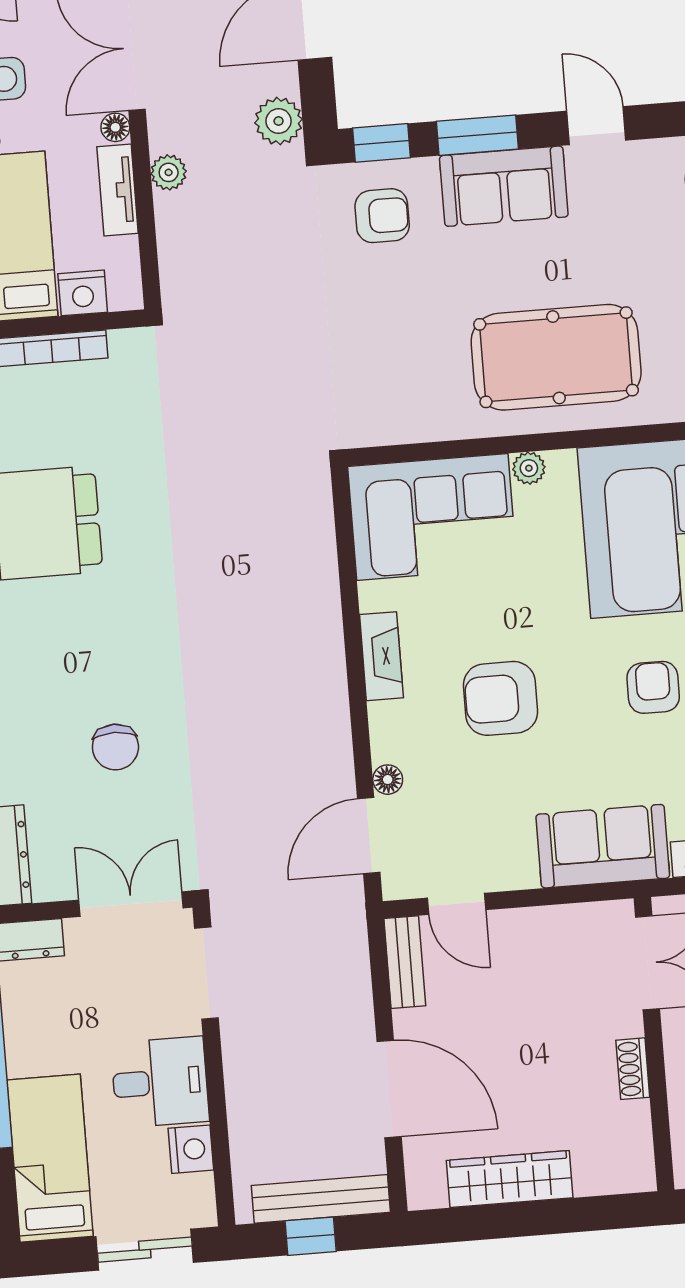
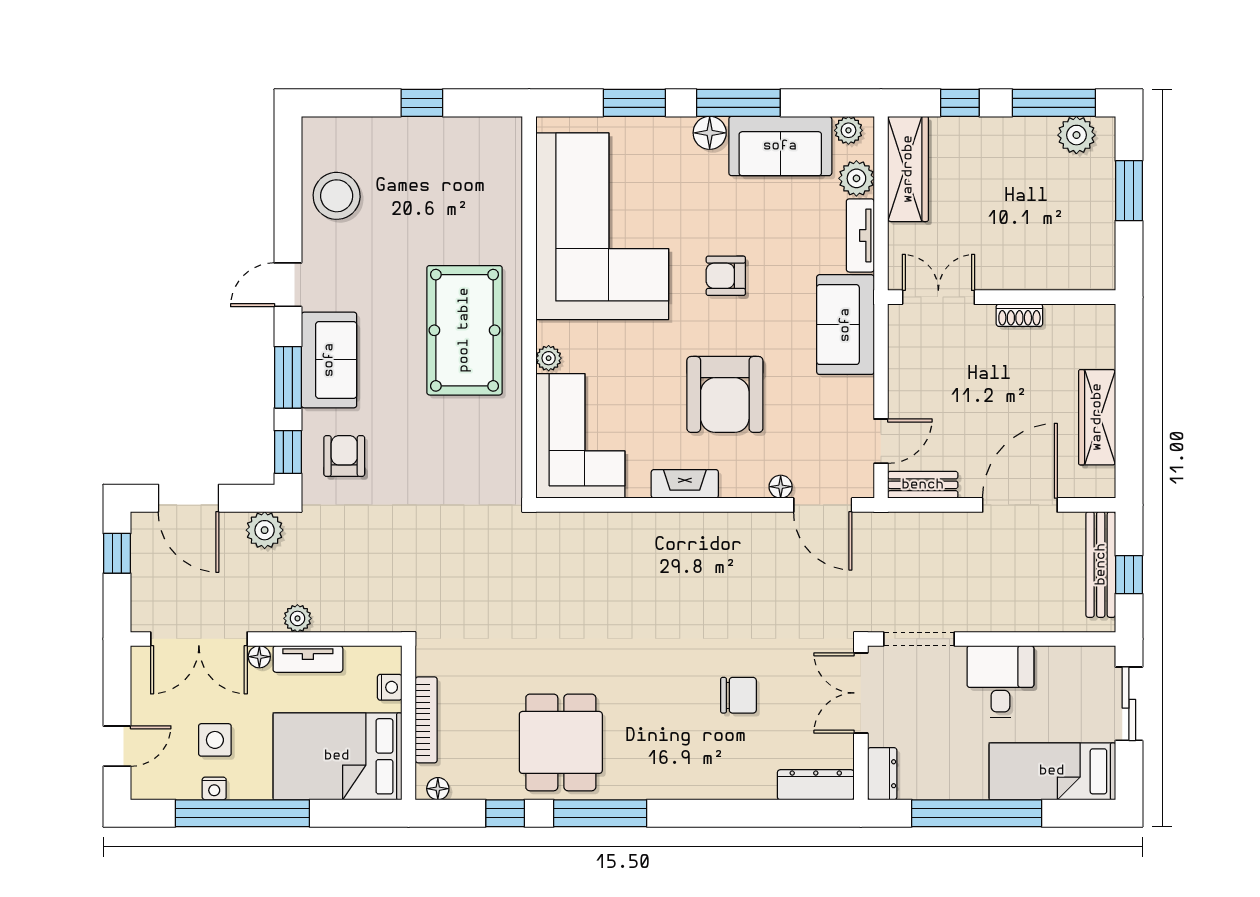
nightstand: (83, 293) -> (390, 687), width x0.72, depth x0.74
armchair: (500, 698) -> (725, 394), width x1.36, depth x1.36
nightstand: (191, 1149) -> (1054, 662), removed

